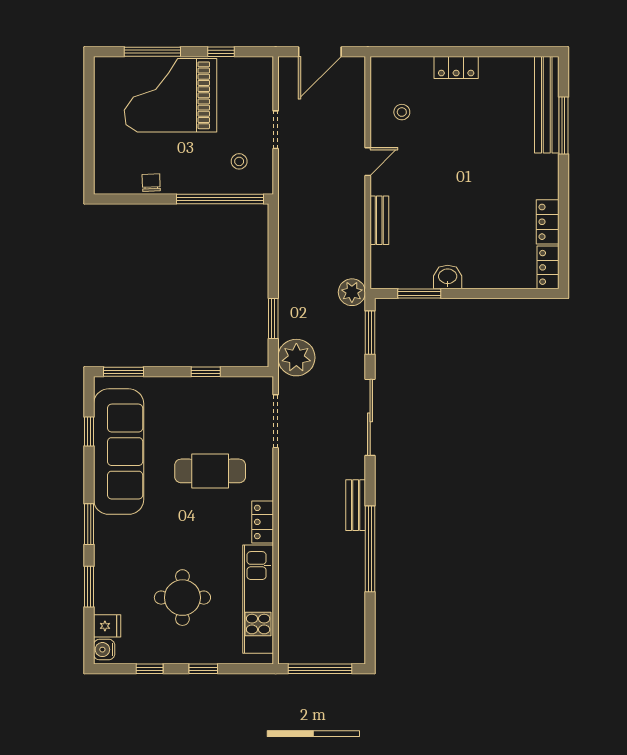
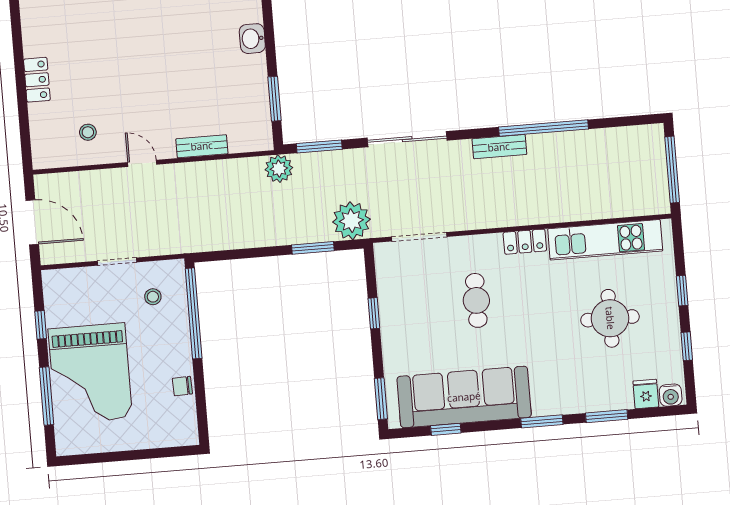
washbasin: (448, 277) -> (252, 39), moved
cafe table: (210, 471) -> (476, 300), width x0.73, depth x0.74

